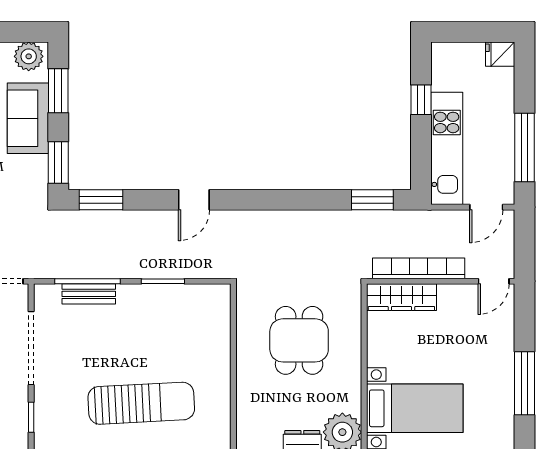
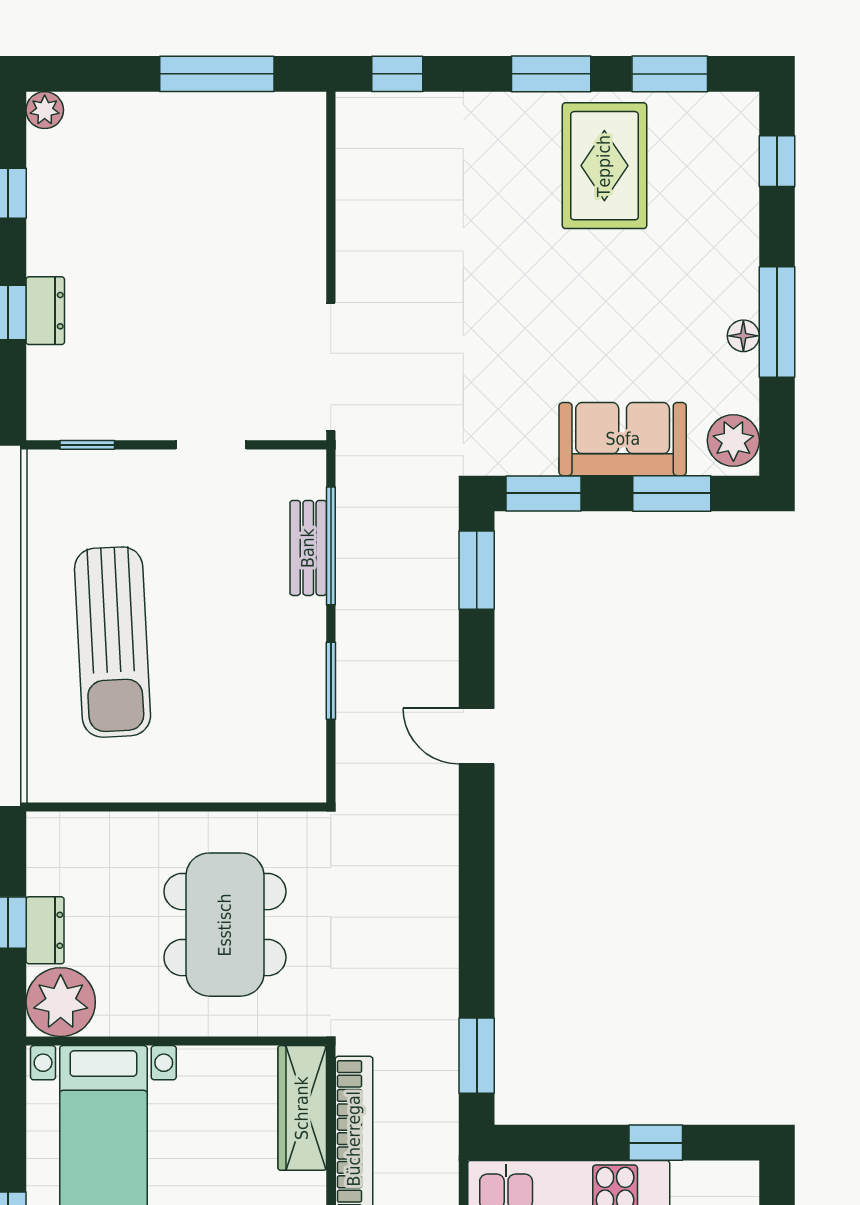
dining table: (299, 340) -> (225, 925), width x1.38
doorway: (31, 348) -> (211, 445), width x0.53

